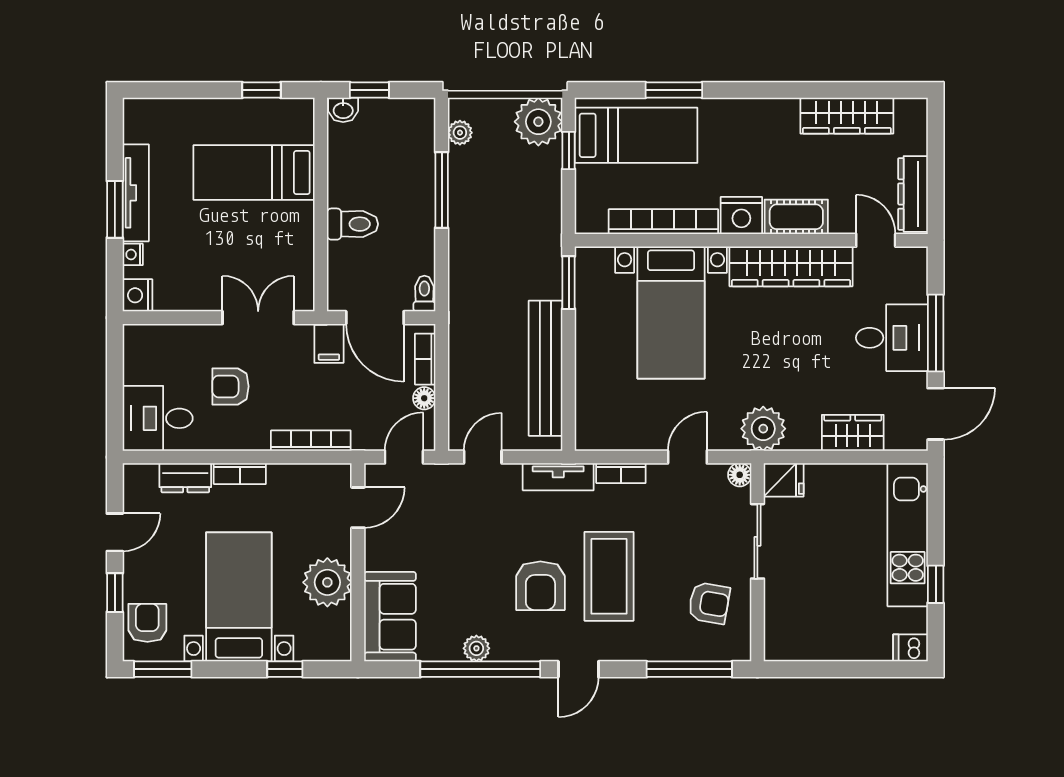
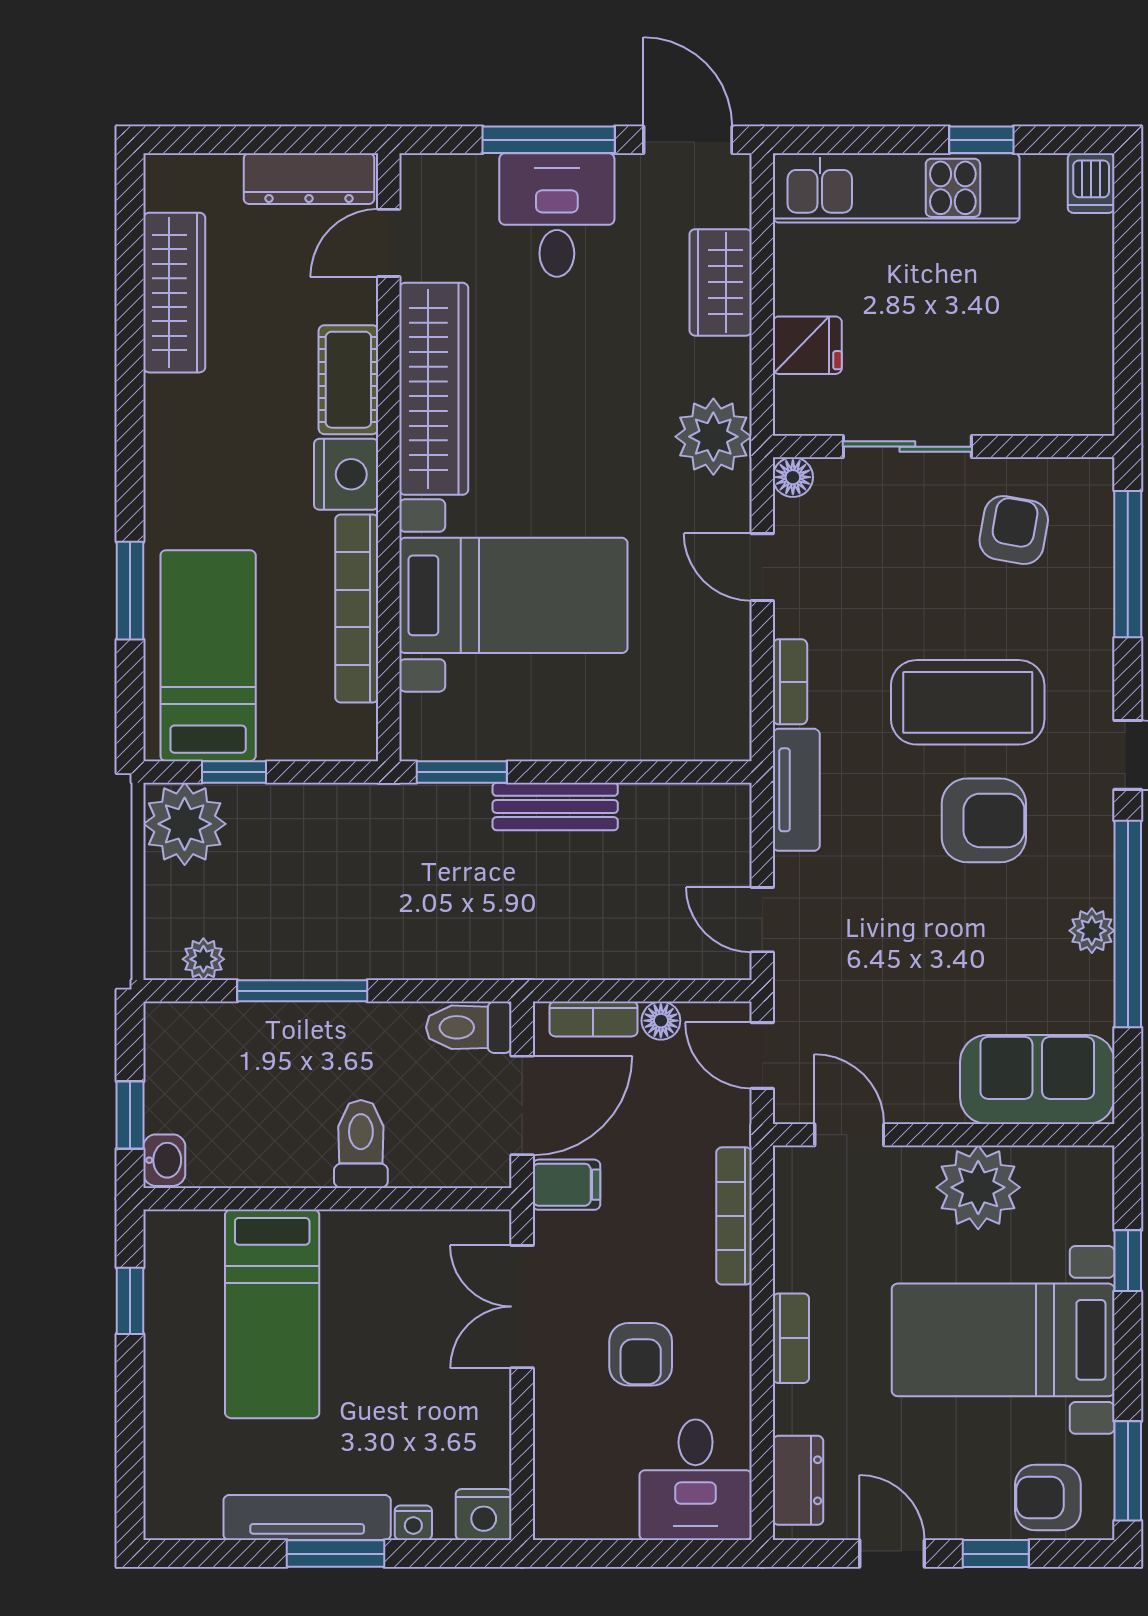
toilet: (424, 294) -> (469, 1027), width x1.37, depth x1.39
bench: (546, 368) -> (555, 806), width x0.54, depth x0.82
dresser: (185, 478) -> (798, 1480), moved
fridge: (784, 480) -> (807, 345), moved, turned 90

